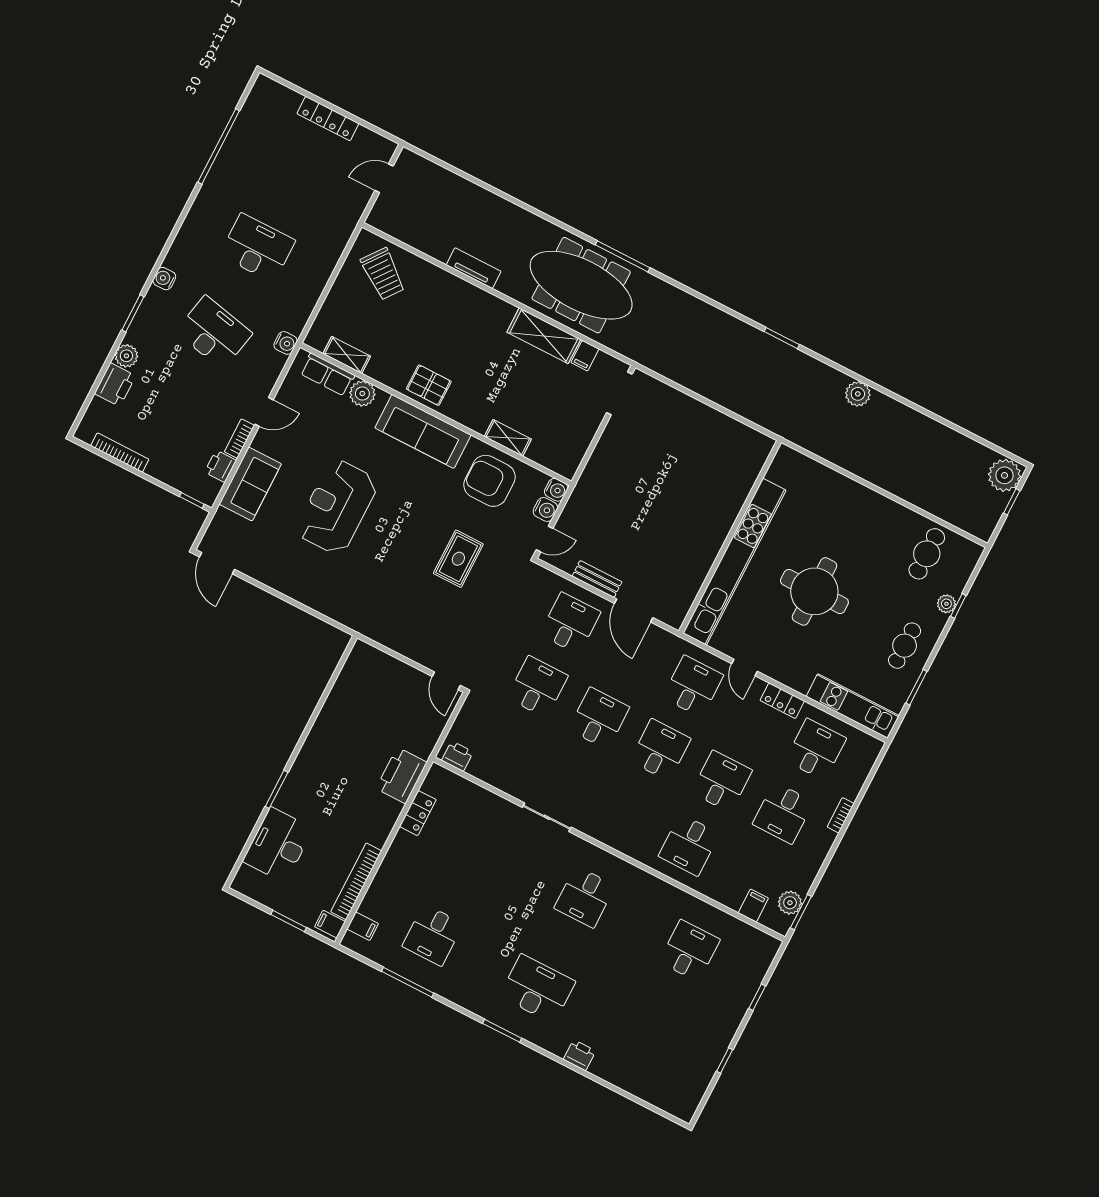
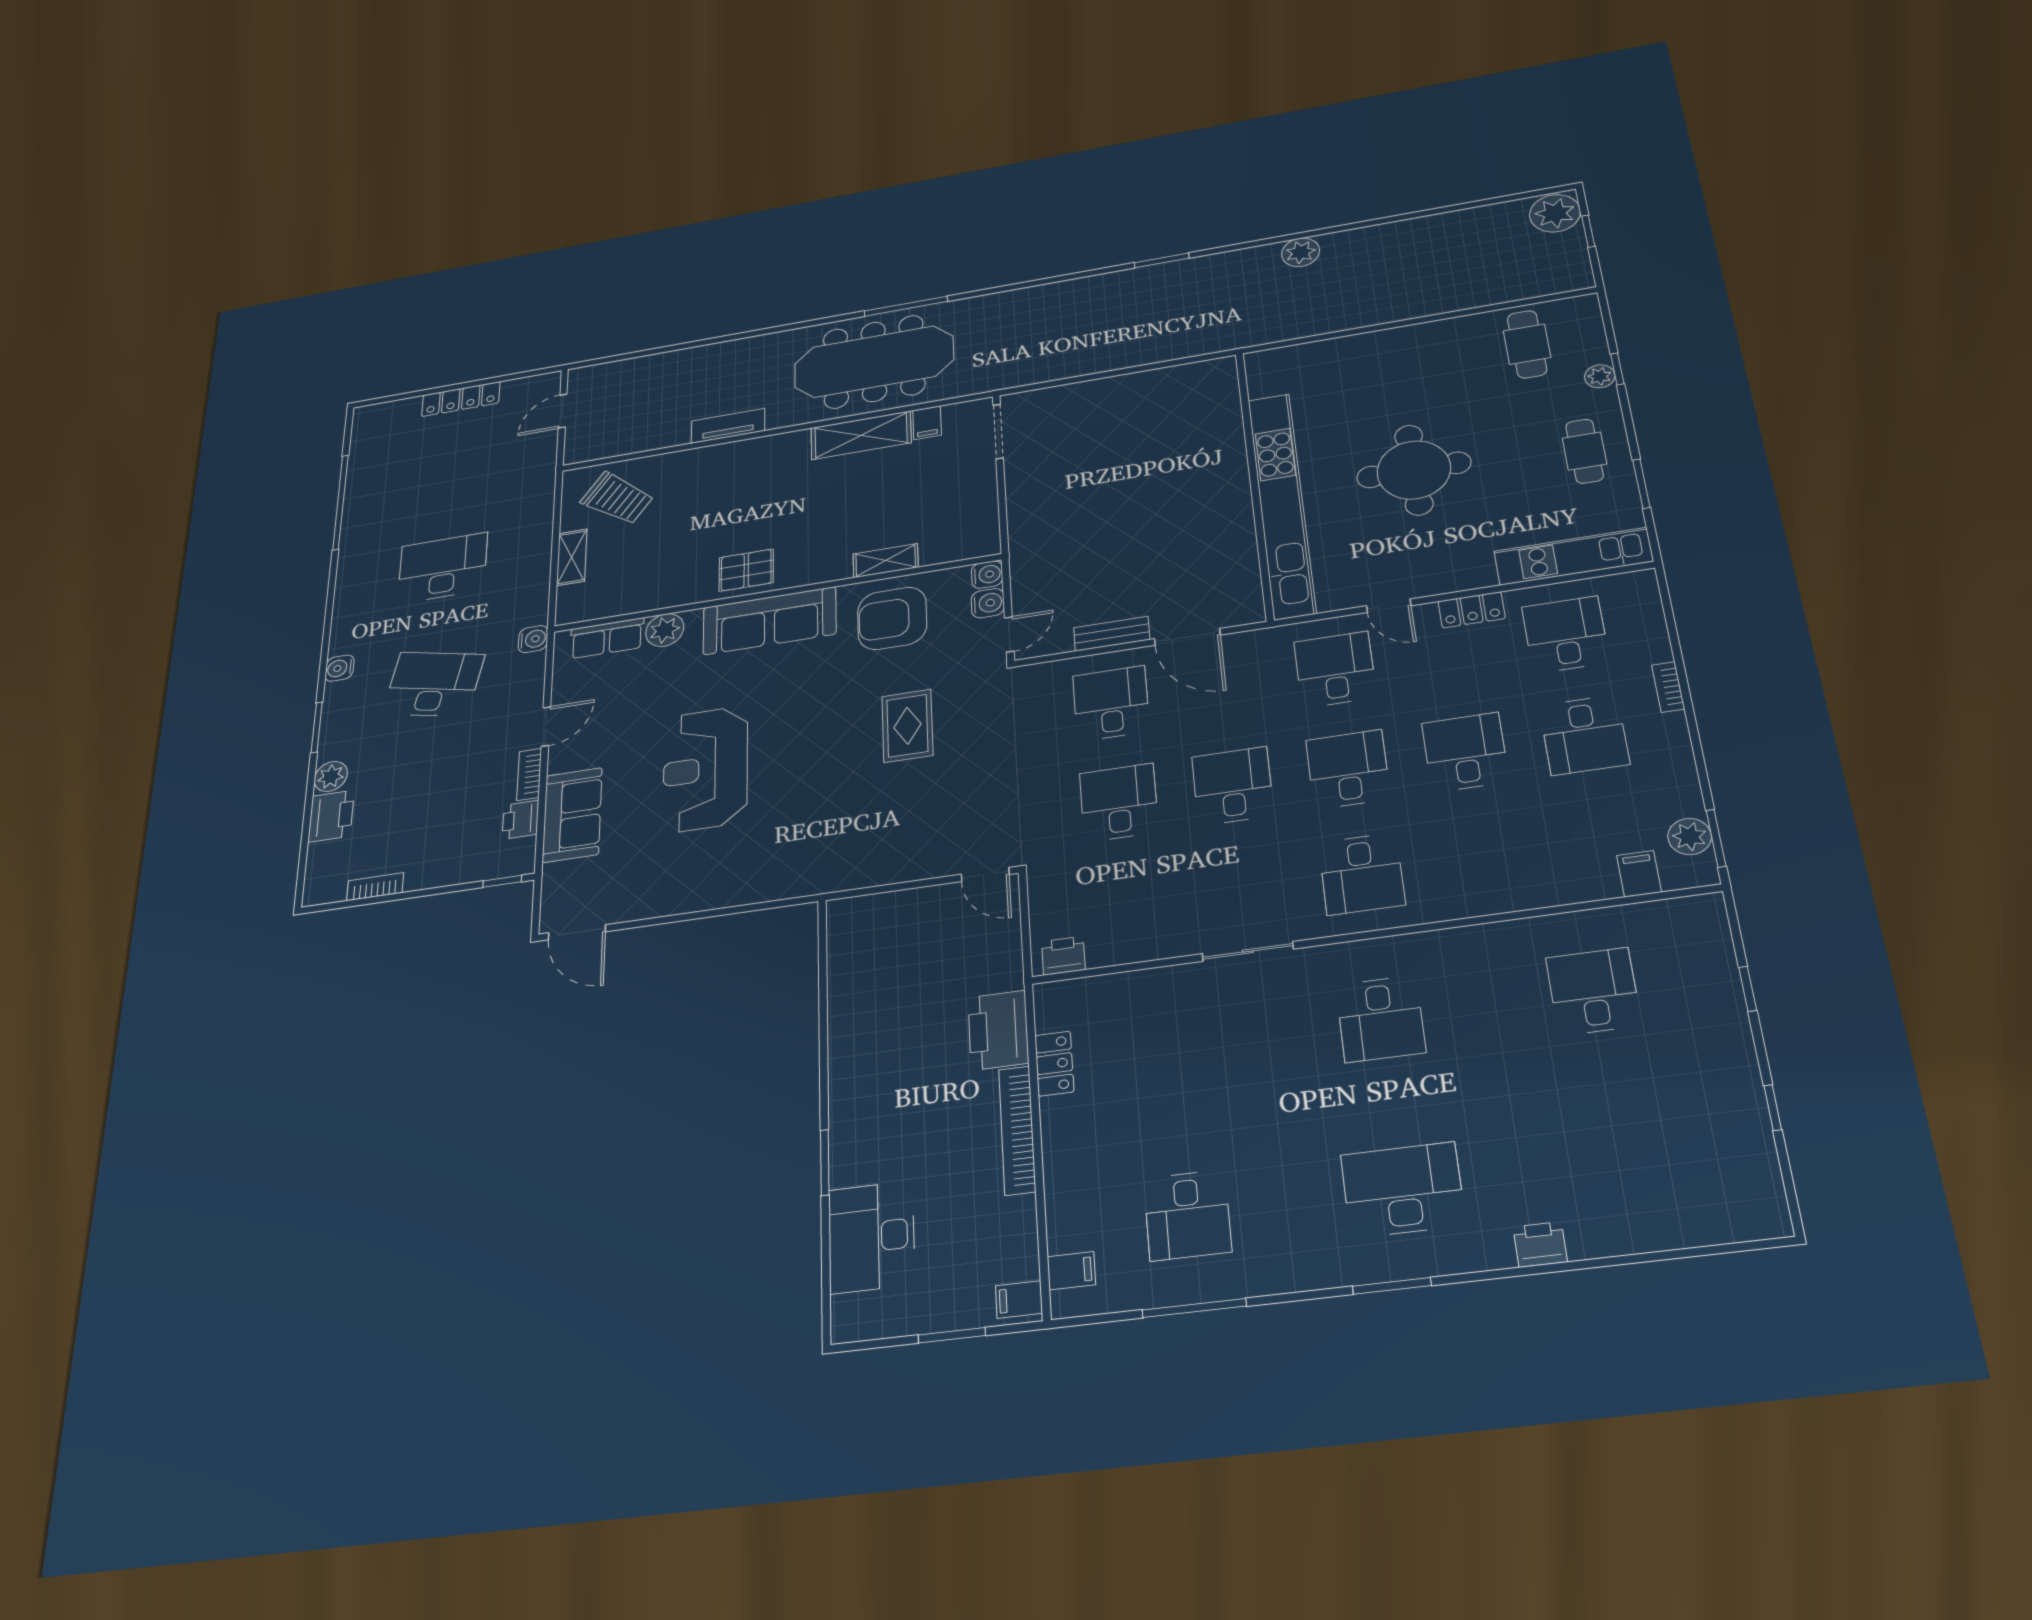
shelving: (347, 355) -> (572, 557), moved, turned 90
bookcase: (120, 452) -> (375, 887), width x0.64
desk: (689, 845) -> (1362, 874), moved
bookcase: (356, 881) -> (1017, 1130), moved

